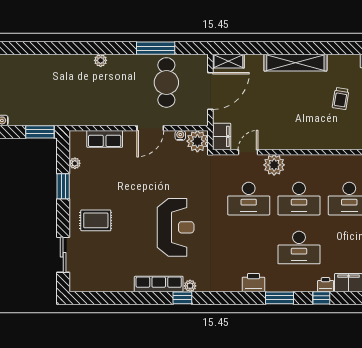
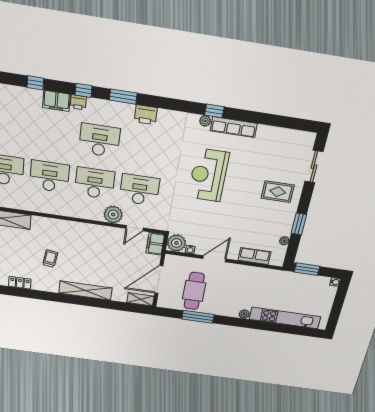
kitchen unit: (50, 63) -> (285, 318), added

